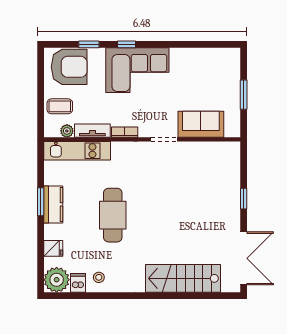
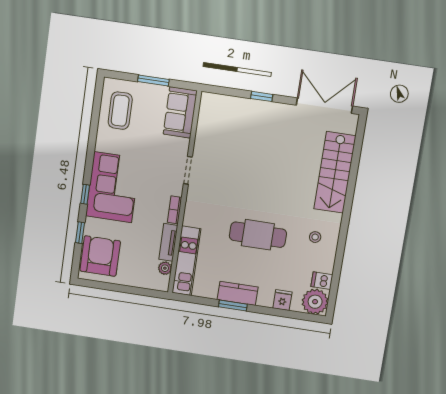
coffee table: (60, 106) -> (120, 111), moved, width x1.36, depth x1.30
sofa: (201, 124) -> (180, 112), moved
stool: (99, 277) -> (315, 237), moved

